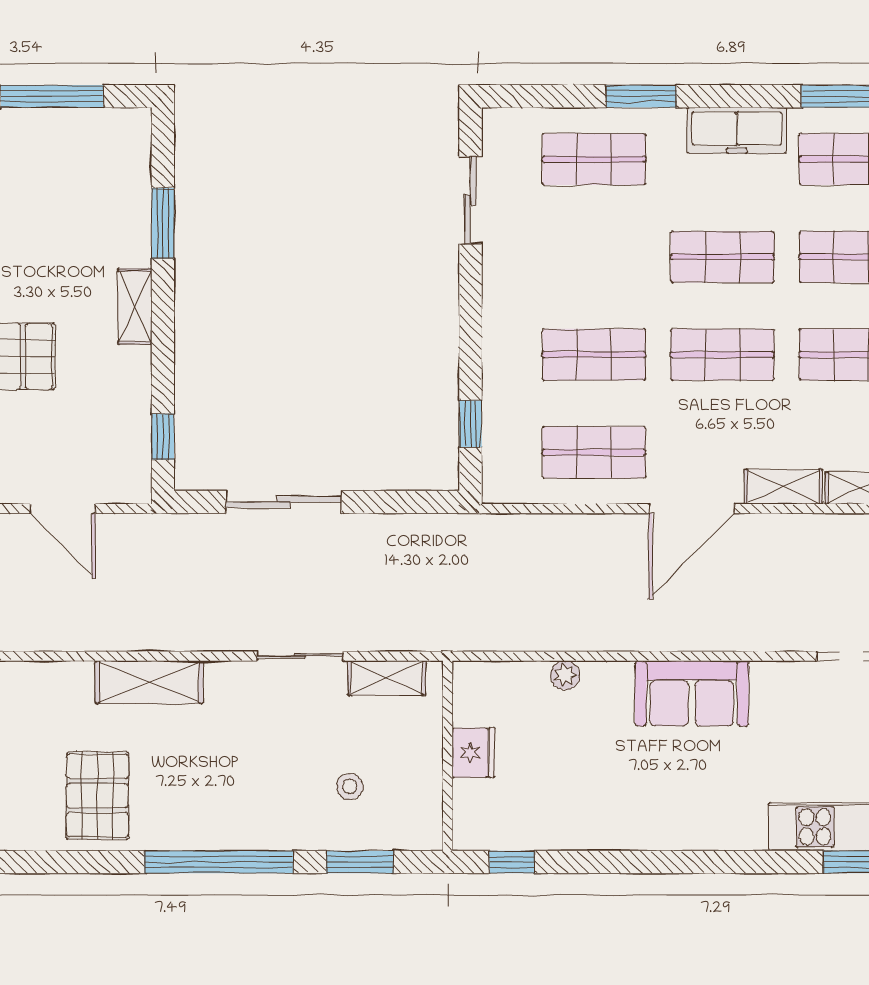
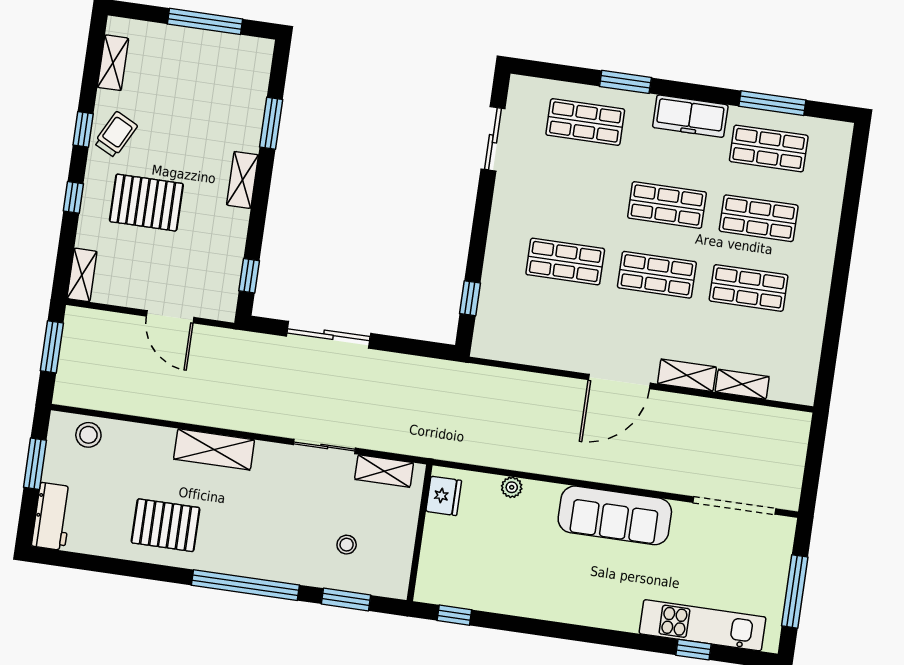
shop shelf: (594, 452) -> (555, 331), removed
sofa: (692, 693) -> (615, 515), width x1.36
fridge: (473, 753) -> (444, 496), moved
pallet: (97, 796) -> (166, 525), turned 90

